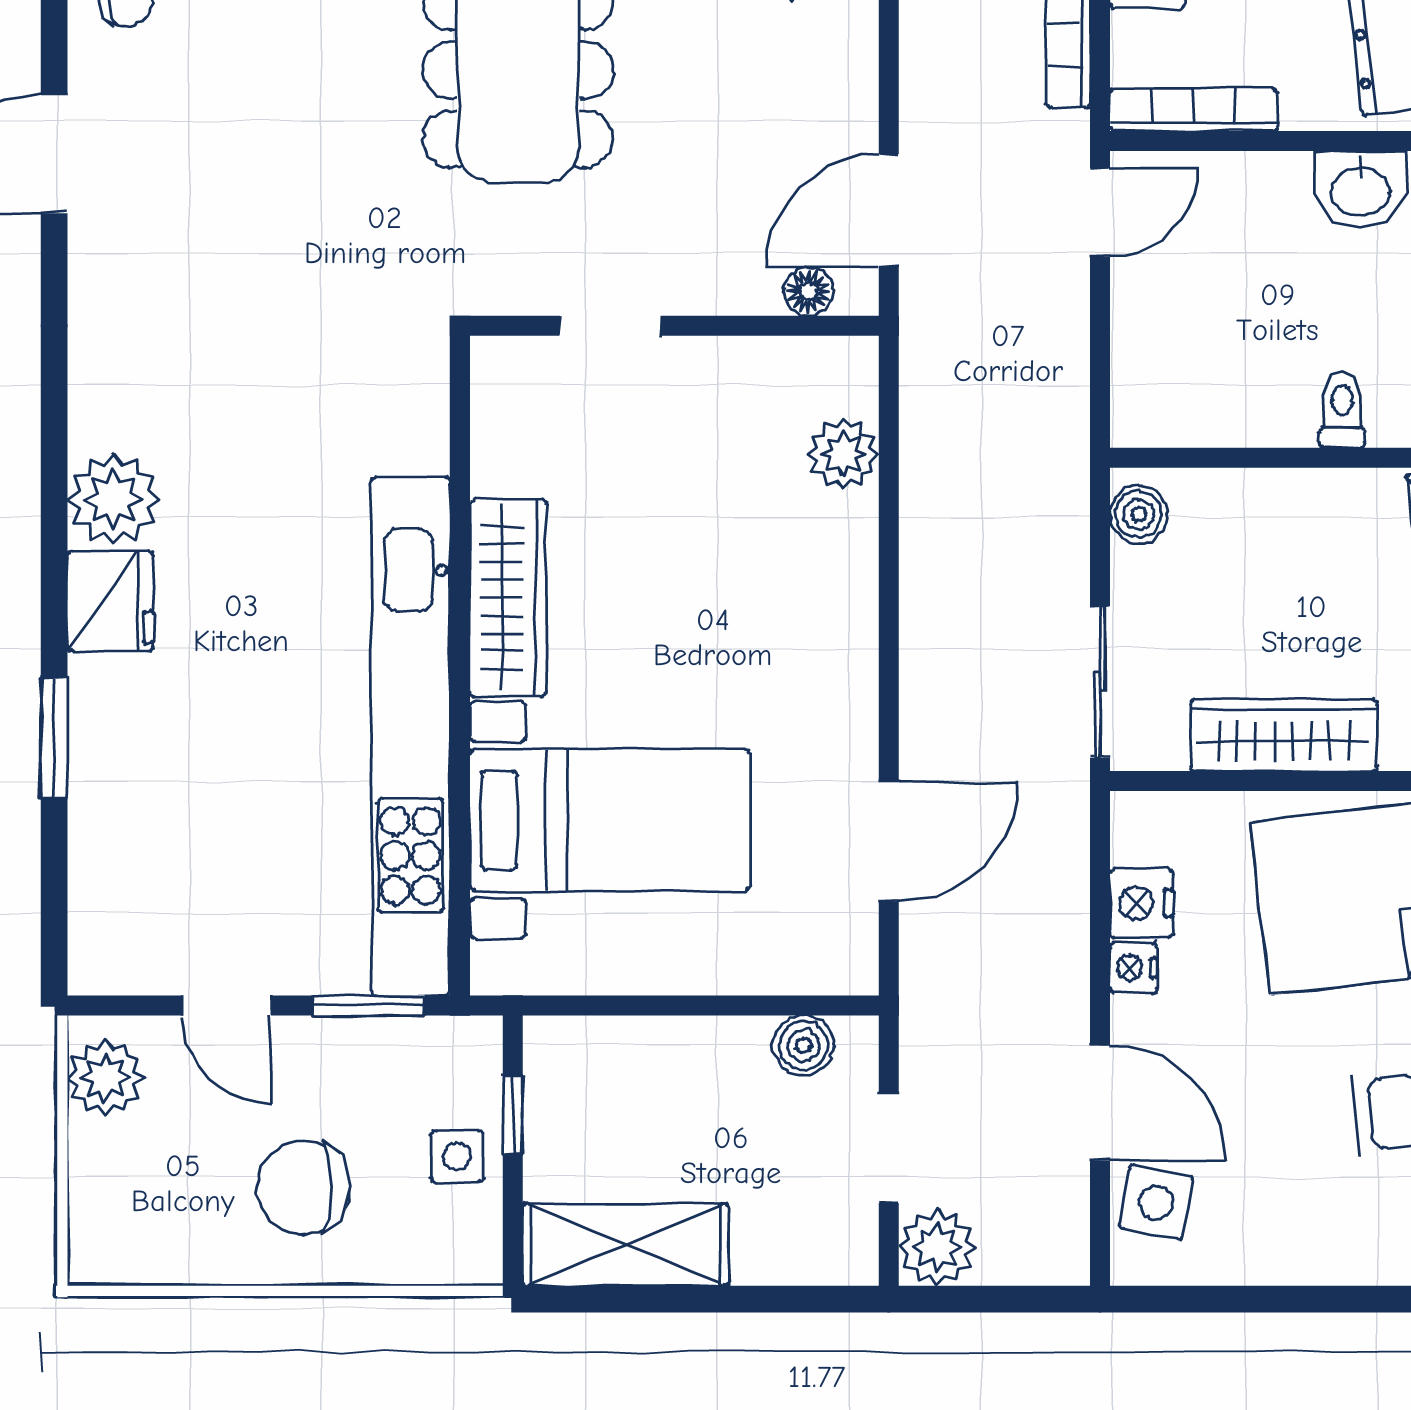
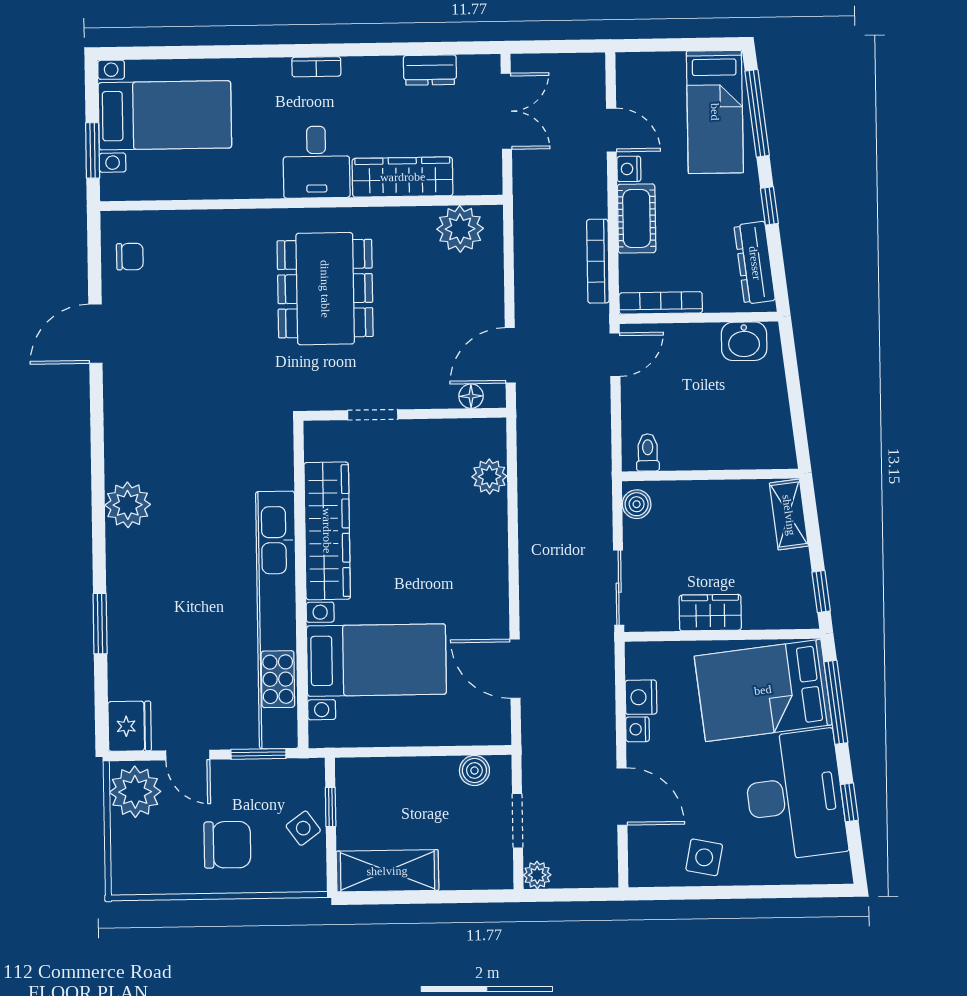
toilet: (1342, 410) -> (648, 452), moved
wardrobe: (508, 598) -> (327, 531), width x1.40, depth x1.17
fridge: (110, 601) -> (130, 726), moved
wardrobe: (1284, 735) -> (710, 613), width x0.67
door: (889, 842) -> (515, 669), swing flipped
plant: (105, 1078) -> (135, 792), width x1.36, depth x1.36
side table: (457, 1156) -> (303, 828), turned -36
chair: (304, 1187) -> (227, 845), turned 180
side table: (1156, 1203) -> (704, 857), moved
plant: (937, 1247) -> (537, 875), width x0.73, depth x0.73

